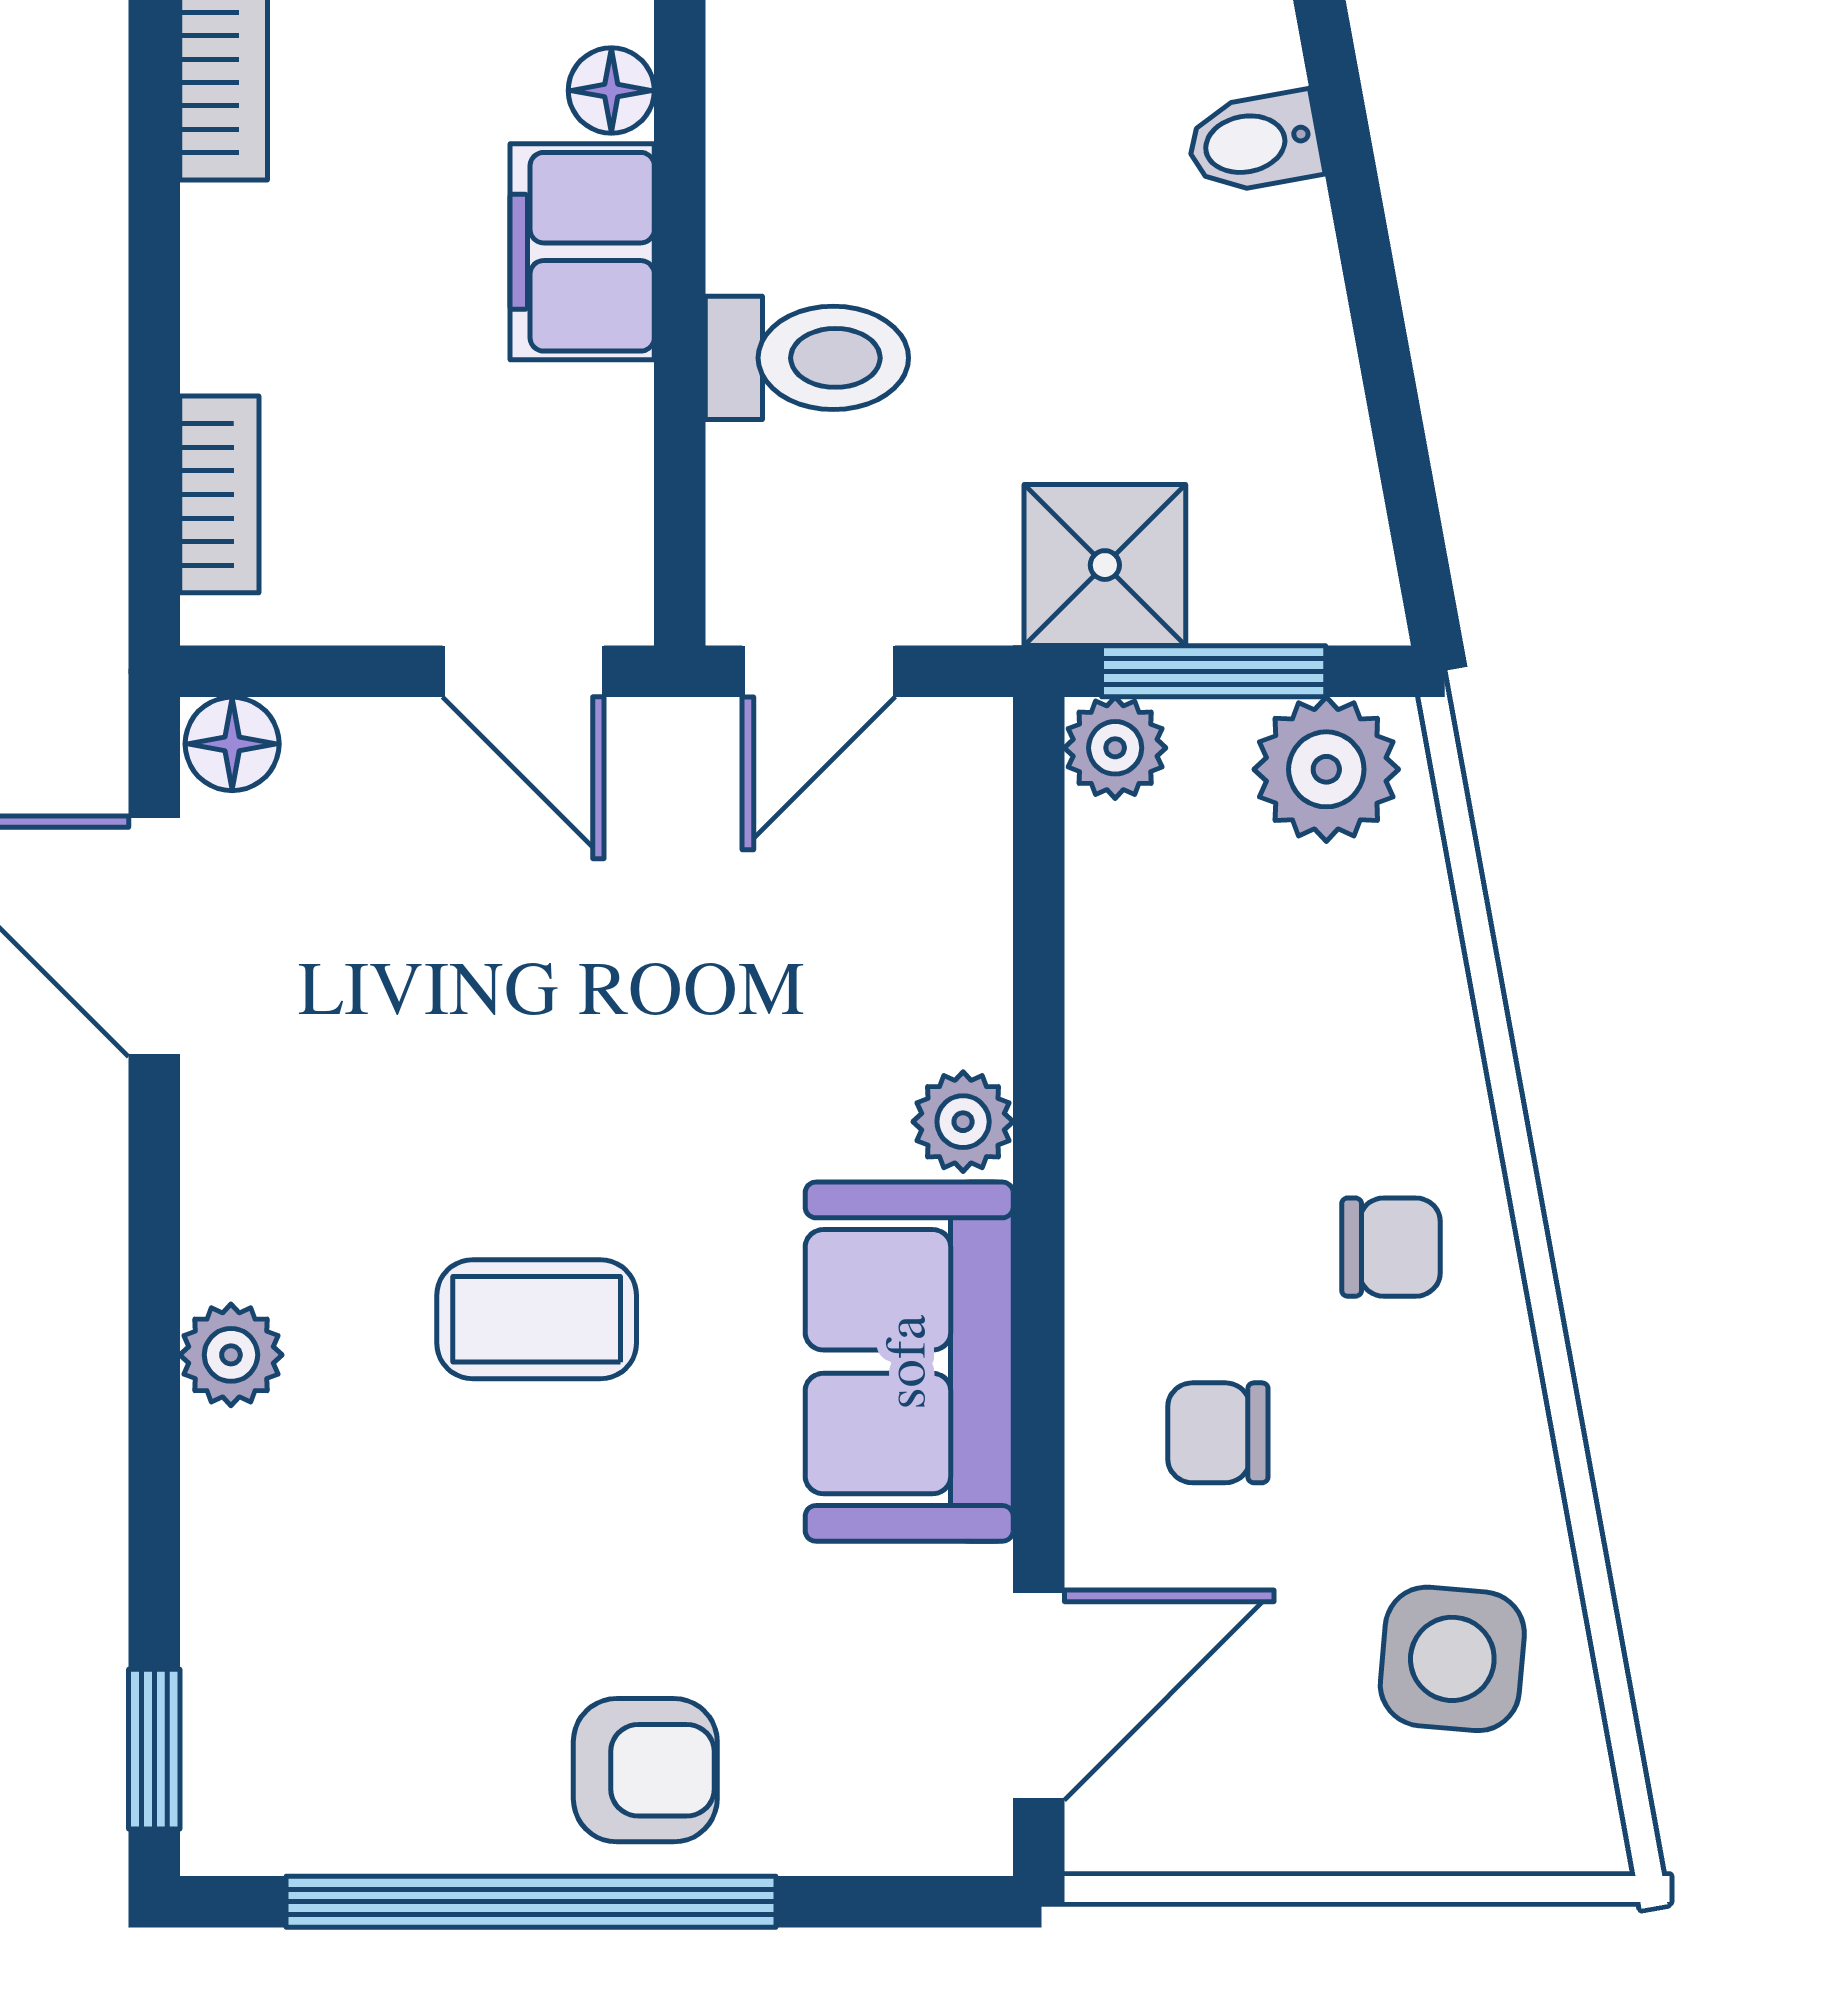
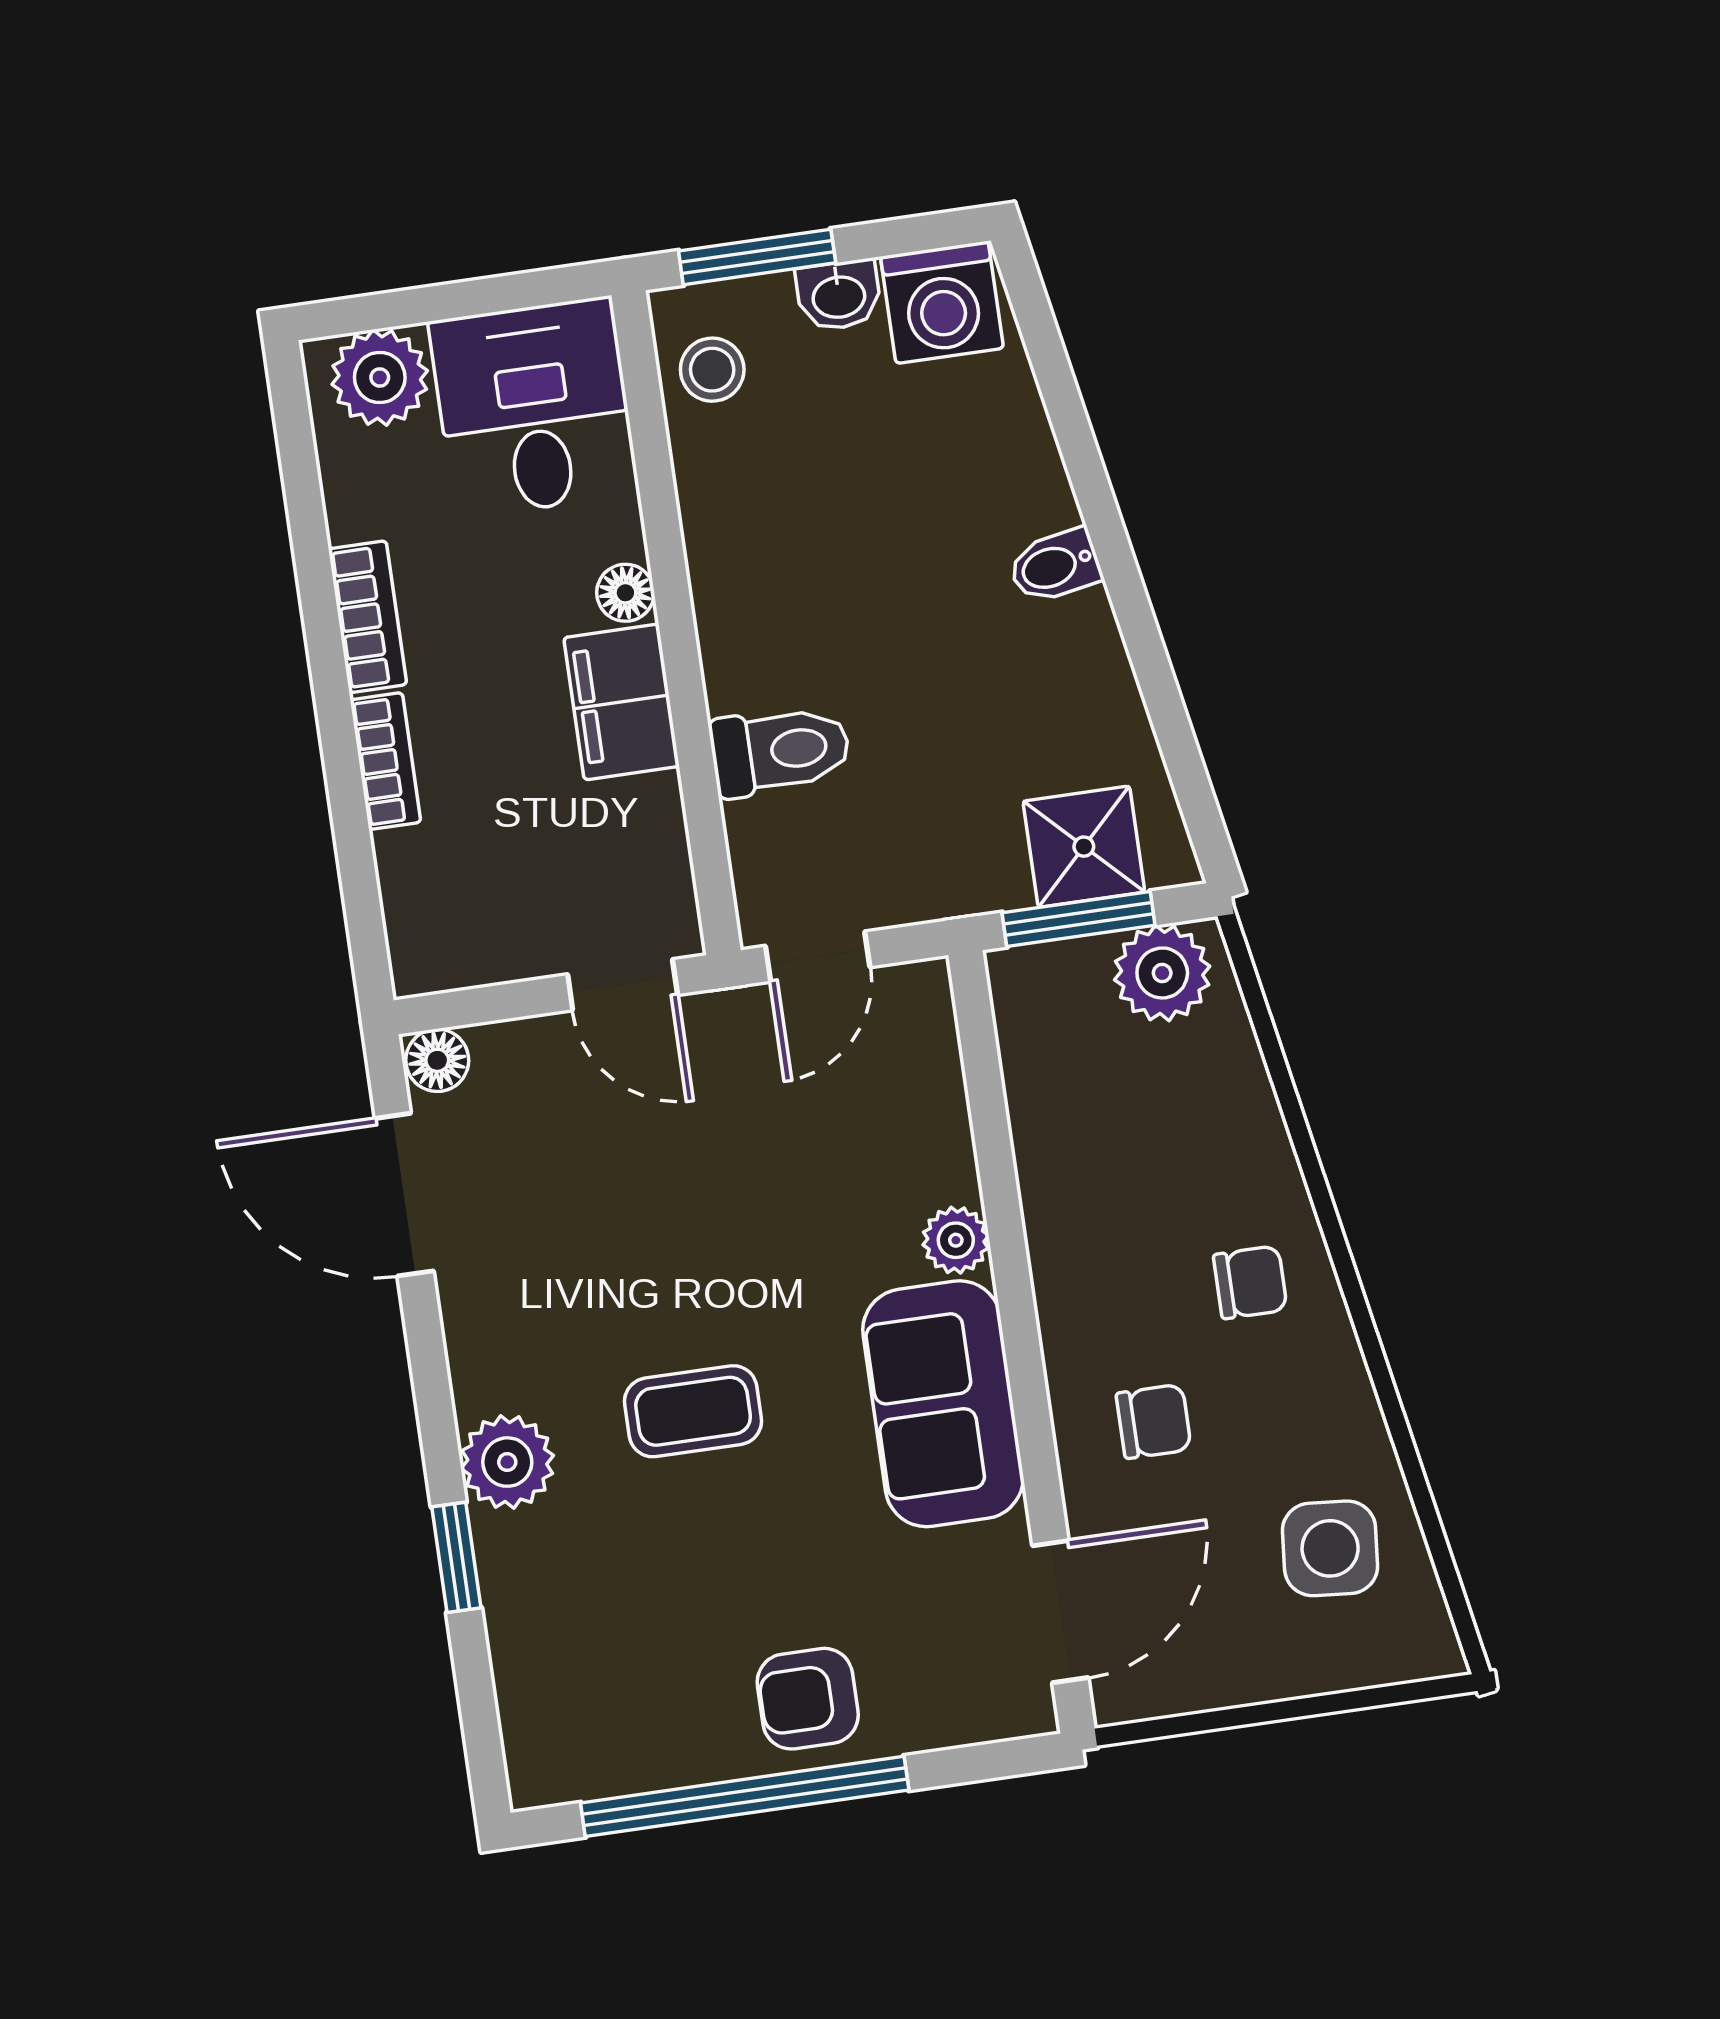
bookcase: (219, 494) -> (386, 761), moved
shower: (1105, 565) -> (1084, 847), moved
plant: (1115, 748) -> (1021, 979), removed
plant: (231, 1355) -> (507, 1462), width x1.38, depth x1.38
chair: (1218, 1433) -> (1154, 1421), turned 180
window: (154, 1749) -> (456, 1557), moved
armchair: (645, 1770) -> (808, 1699), turned 180

